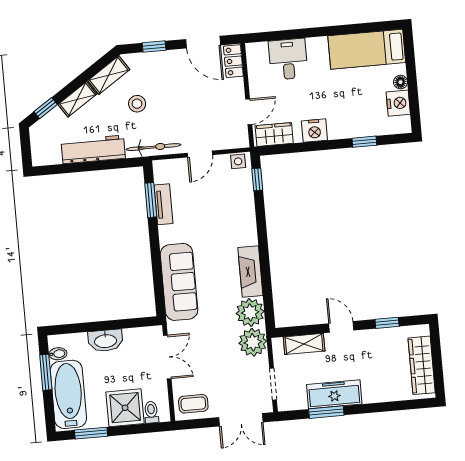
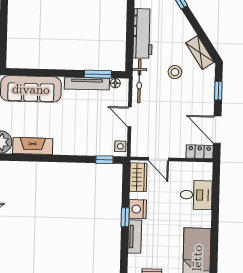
door: (203, 42) -> (217, 130), hinge flipped
shelving: (77, 99) -> (184, 25), removed
tv unit: (349, 130) -> (135, 237), added
window: (364, 142) -> (125, 217), moved
floor lamp: (160, 177) -> (115, 83), added
tv unit: (164, 204) -> (87, 84), width x1.41

